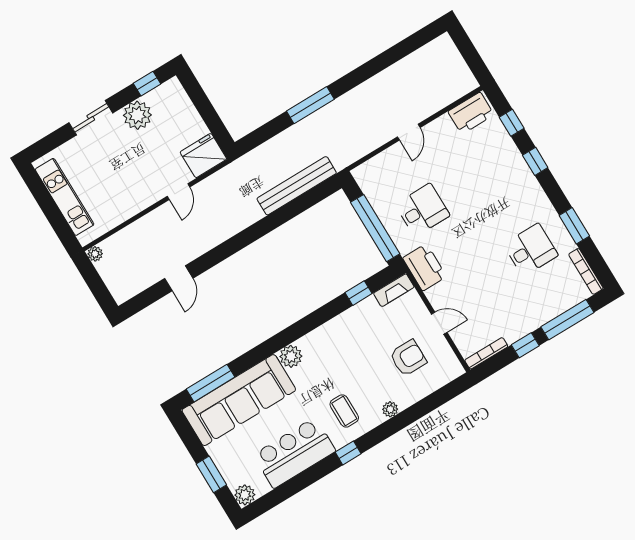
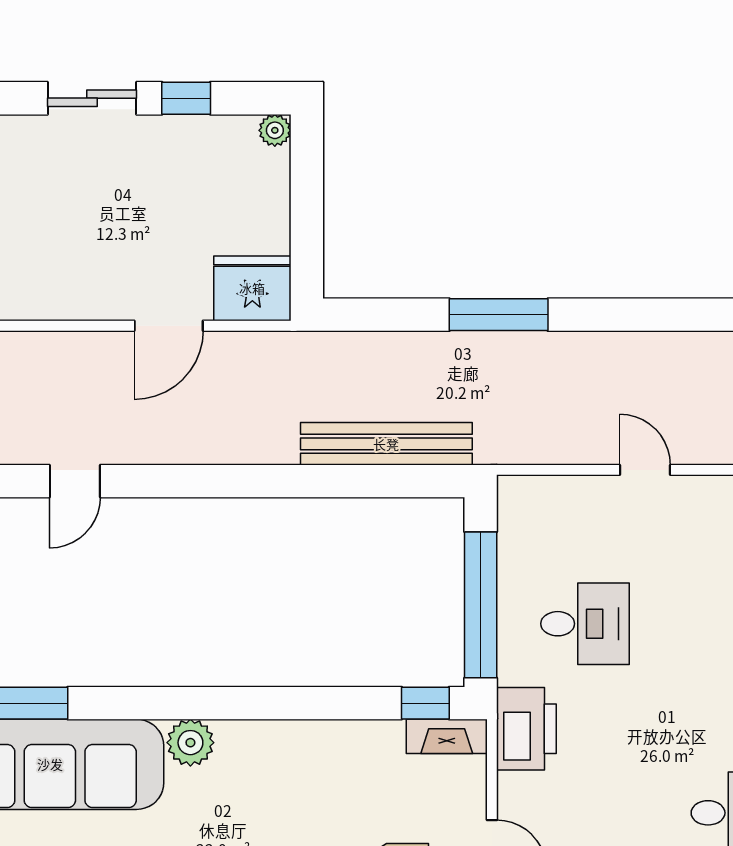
window: (147, 84) -> (186, 98), moved
plant: (137, 115) -> (275, 130), moved, width x0.53, depth x0.53
door: (409, 132) -> (645, 470), swing flipped
door: (178, 192) -> (169, 326), width x1.38
window: (358, 293) -> (425, 703), moved

